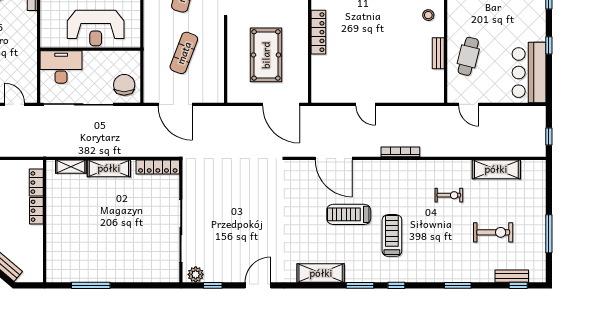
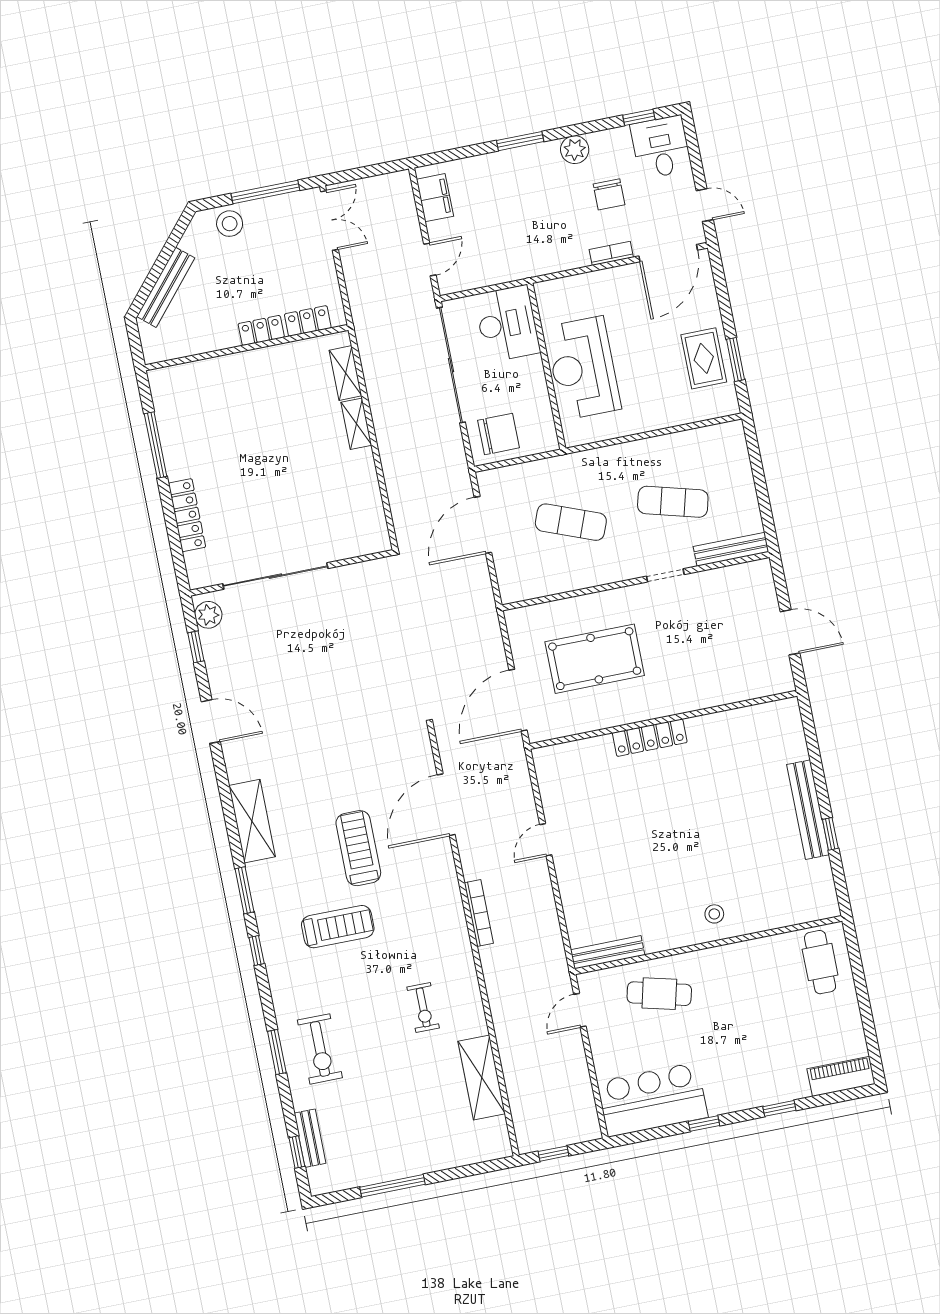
bench: (438, 53) -> (608, 952), moved, width x1.36
locker: (158, 167) -> (187, 515), moved, turned 180
shelving: (109, 168) -> (356, 424), width x0.67, depth x0.75
exercise bike: (493, 232) -> (320, 1049), moved

